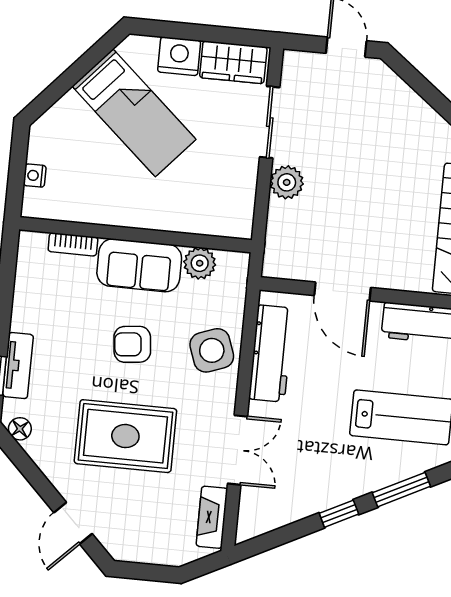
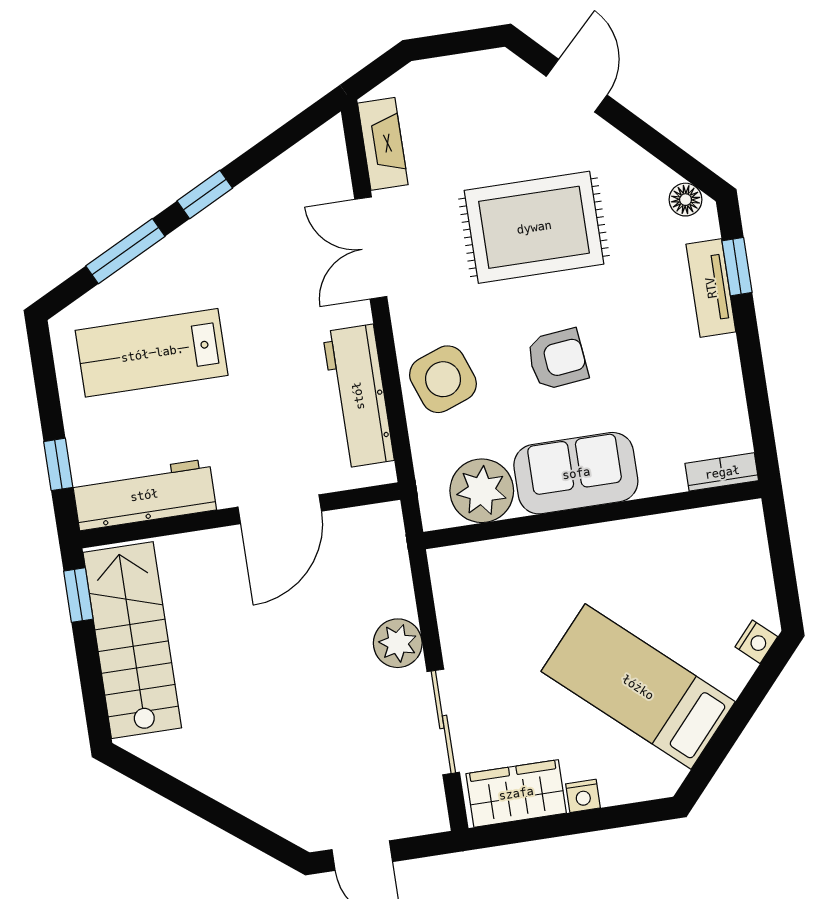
nightstand: (179, 56) -> (583, 796), width x0.53, depth x0.56
nightstand: (35, 176) -> (756, 642), moved, turned 42
bookcase: (73, 244) -> (722, 472), moved
plant: (200, 263) -> (482, 491), width x1.36, depth x1.36
door: (342, 292) -> (280, 509), swing flipped

